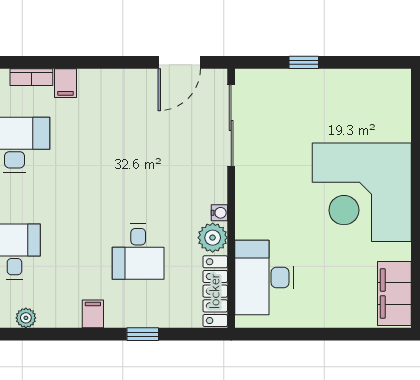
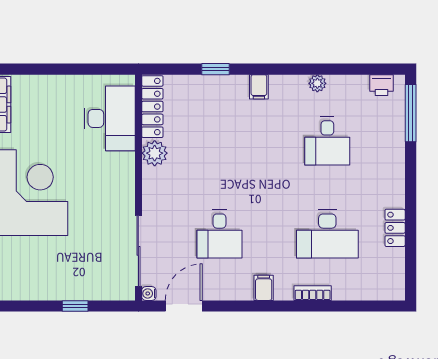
filing cabinet: (65, 83) -> (264, 288), moved
water cooler: (219, 213) -> (149, 293), moved
desk: (138, 252) -> (220, 234), moved, turned 180

